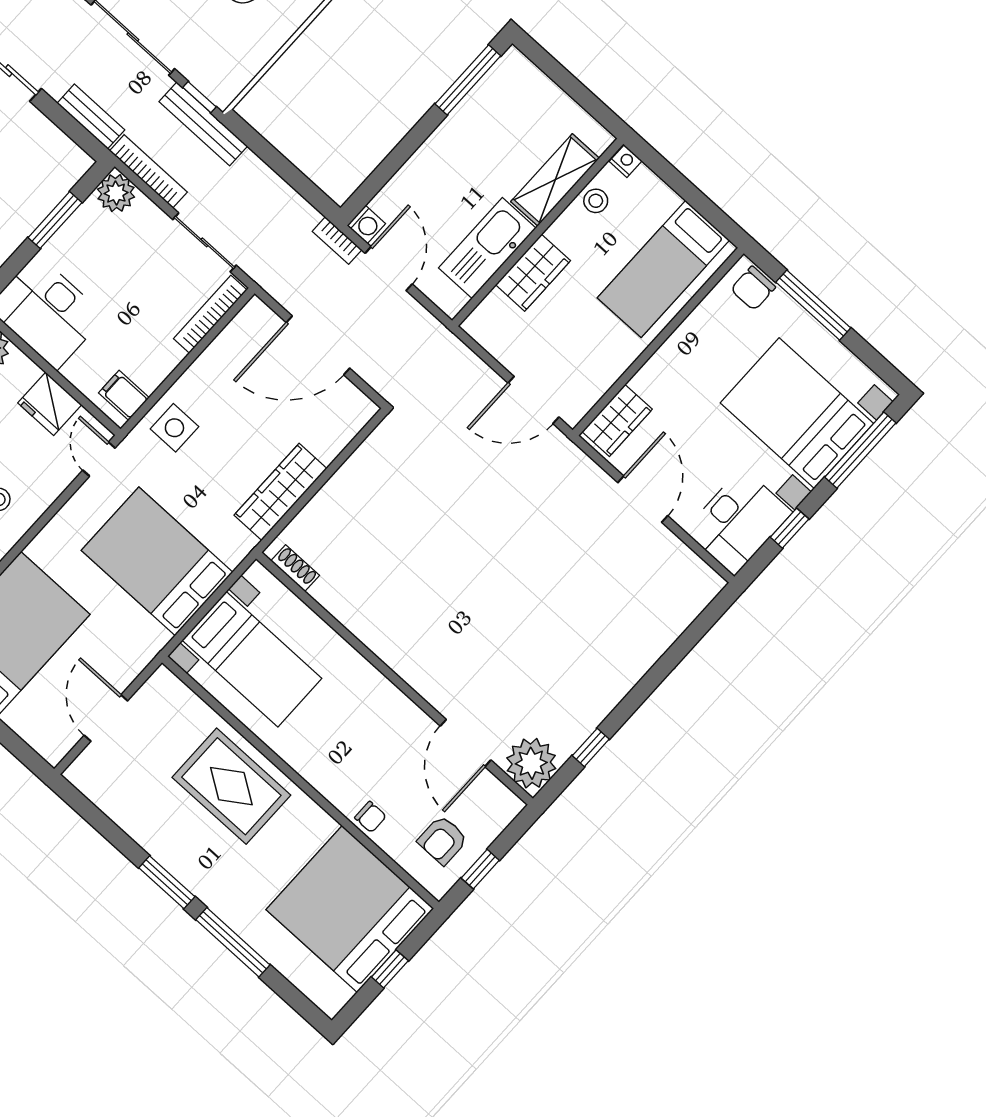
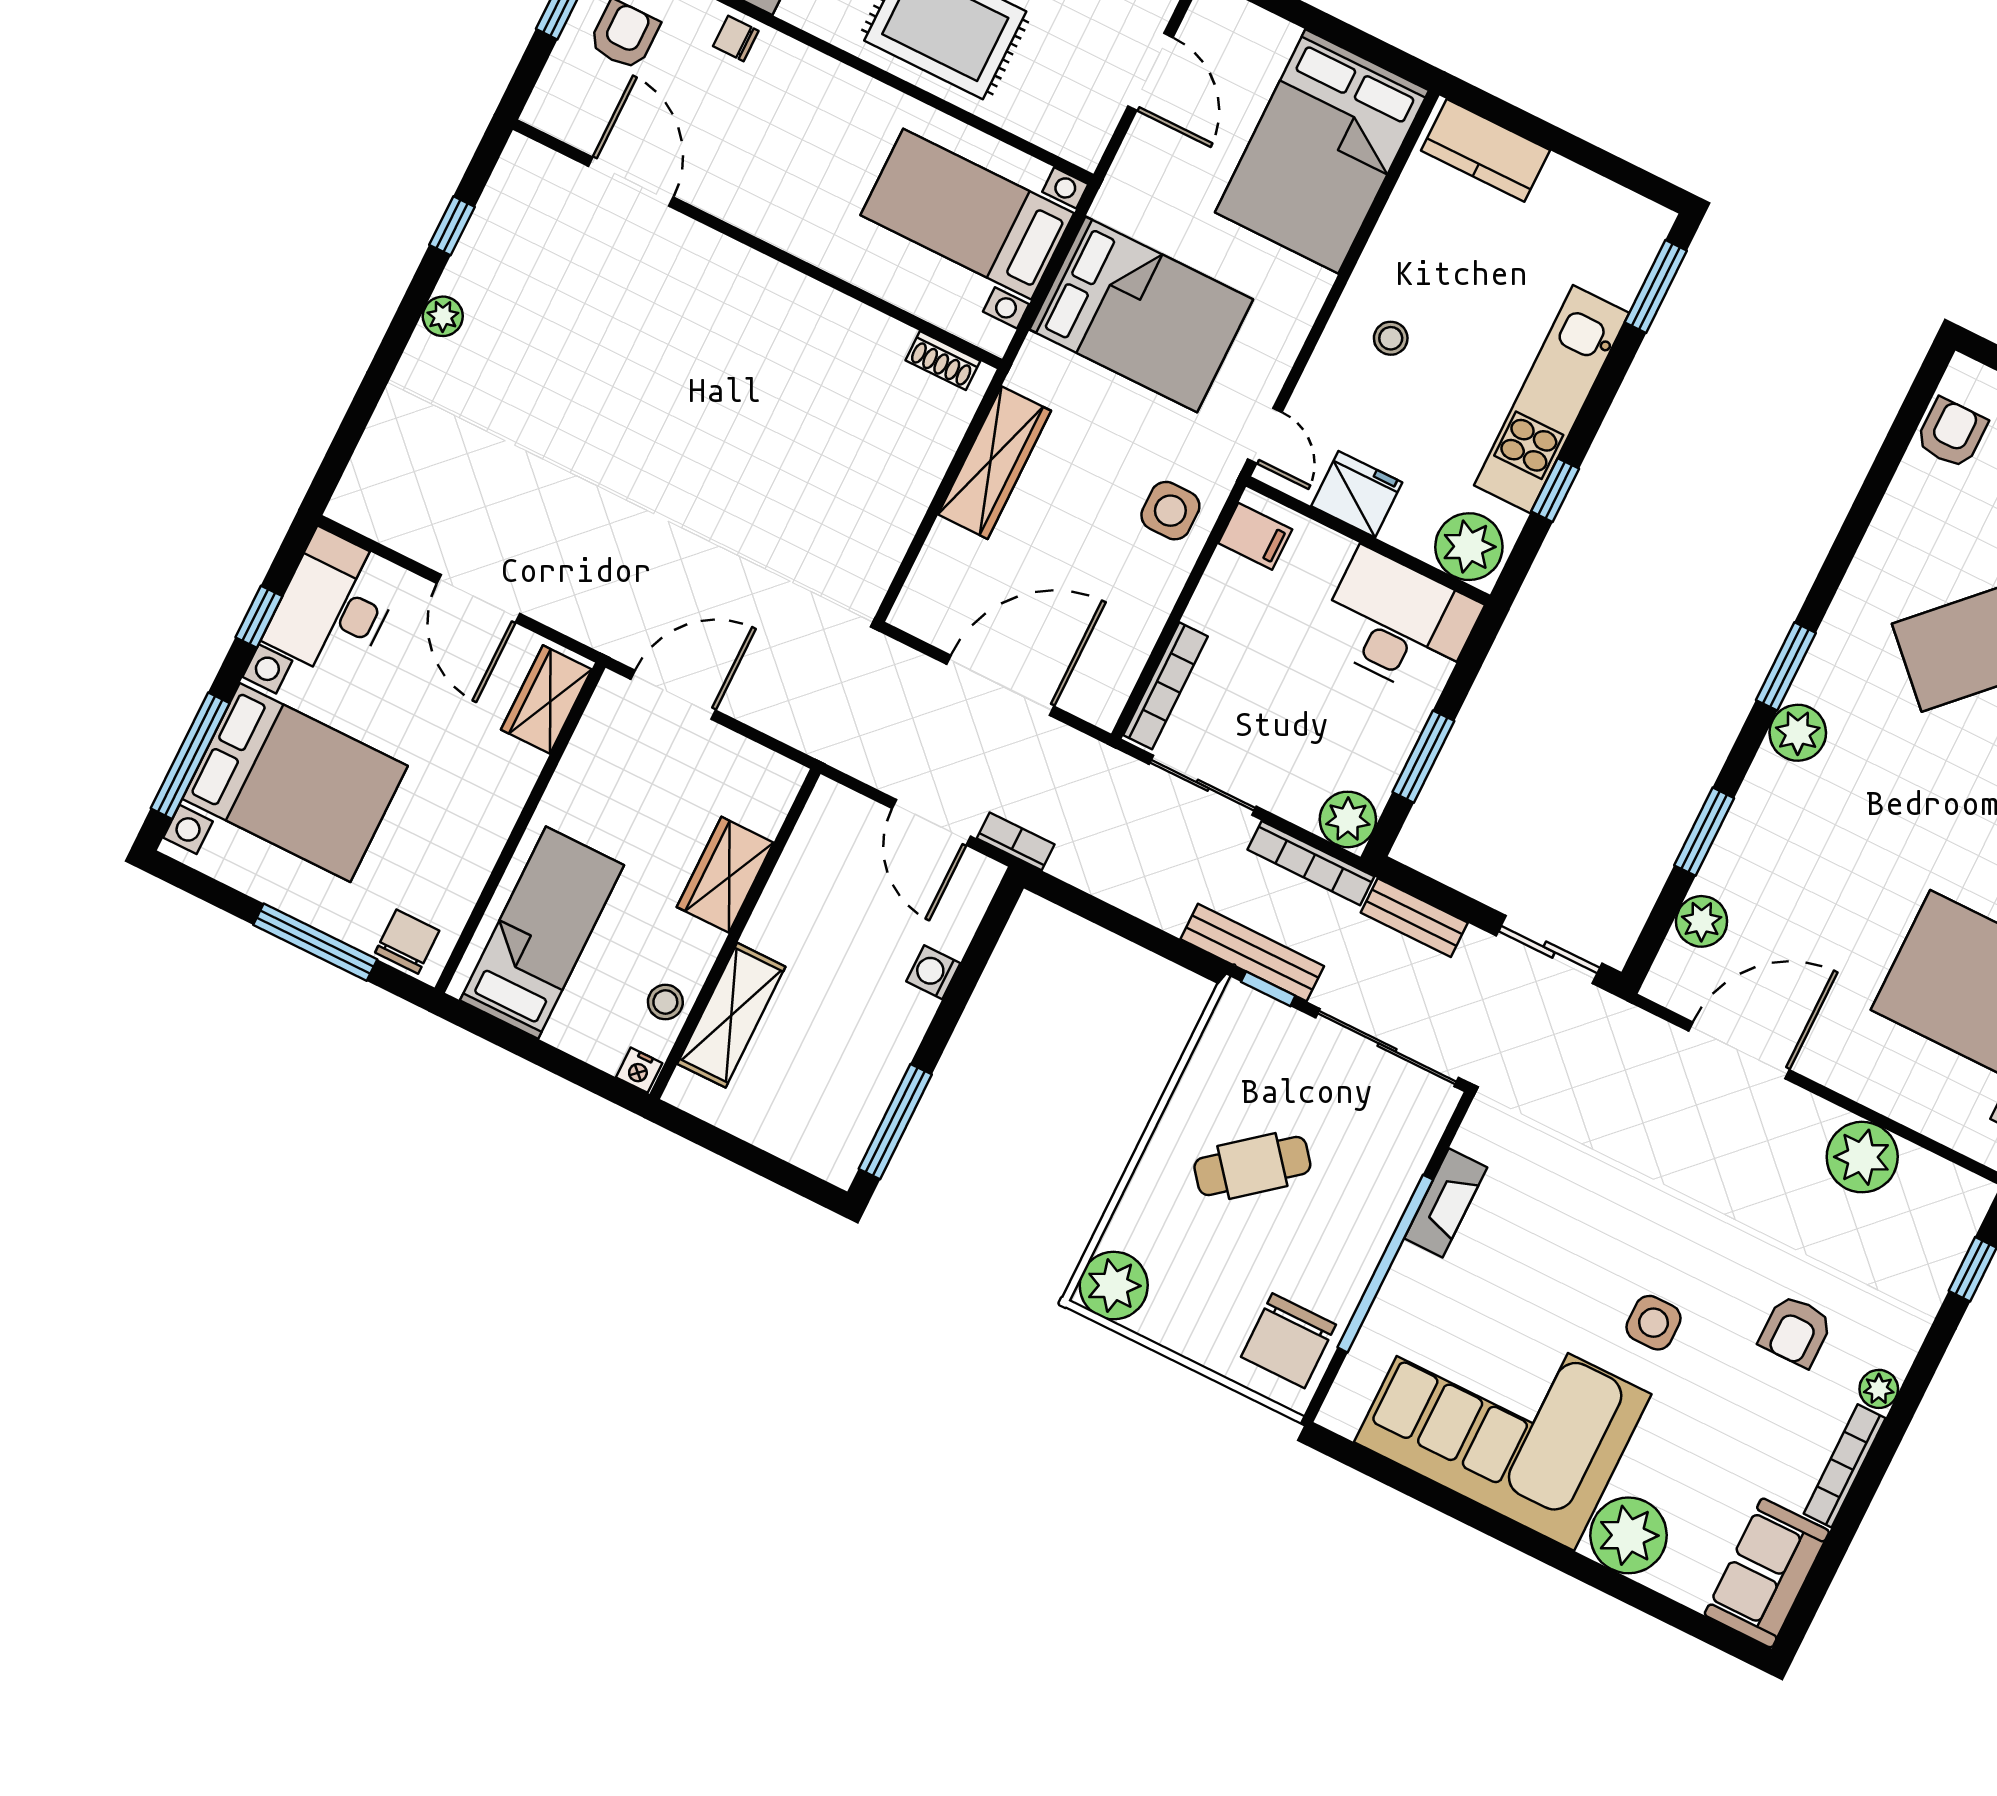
washing machine: (366, 225) -> (933, 972), moved
kitchen sink: (487, 248) -> (800, 891), removed
plant: (531, 763) -> (443, 316), moved, width x0.53, depth x0.53

